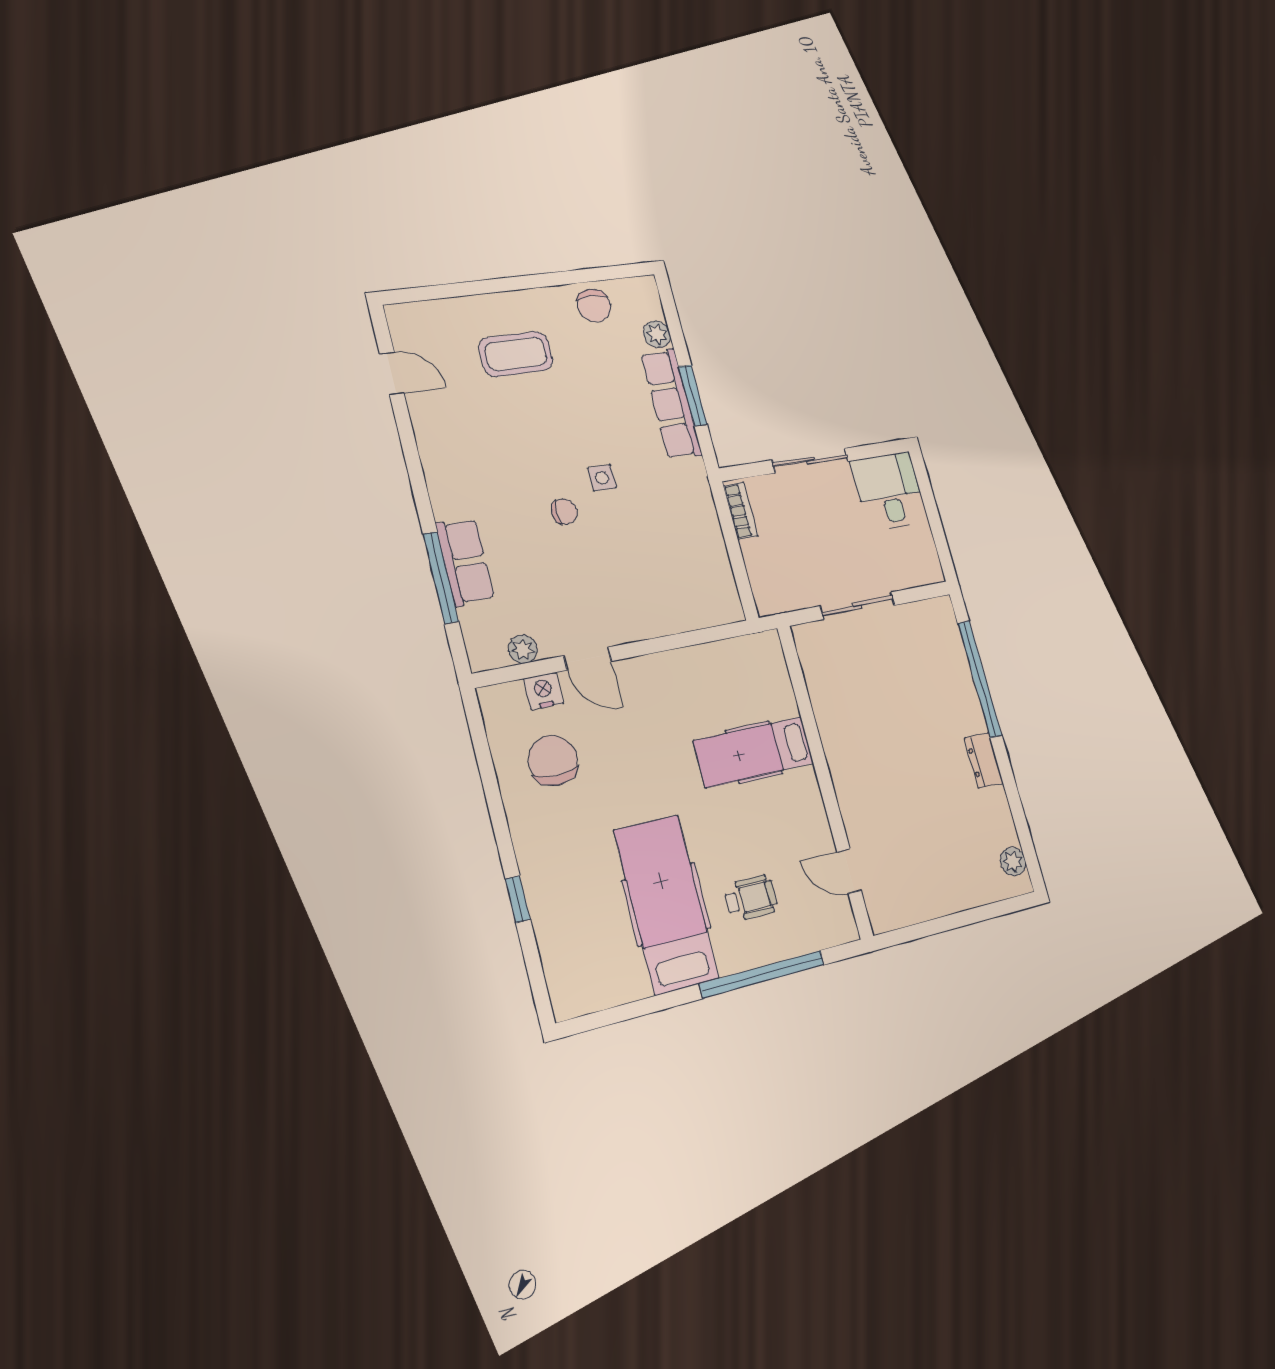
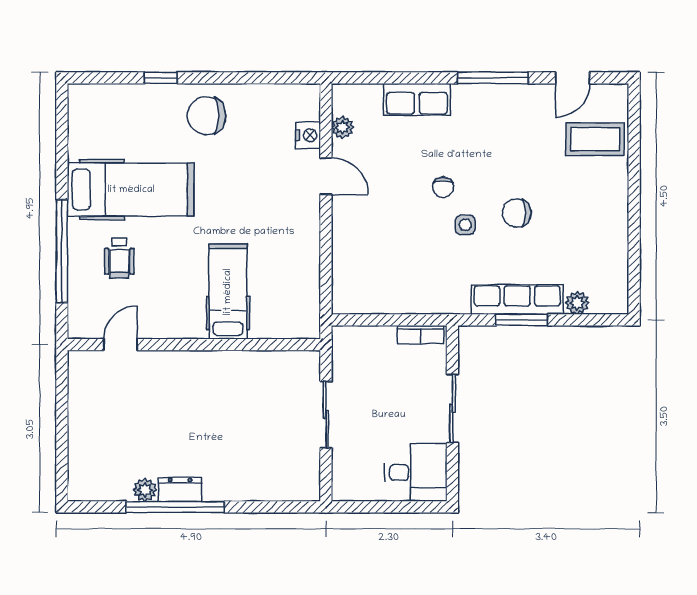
chair: (594, 306) -> (517, 213), moved
coffee table: (516, 354) -> (595, 139), moved, turned 90
window: (441, 578) -> (493, 78), moved
door: (588, 659) -> (326, 176), swing flipped
window: (980, 679) -> (175, 507), moved
chair: (553, 760) -> (207, 116), moved, turned 180
plant: (1013, 862) -> (145, 490), moved

